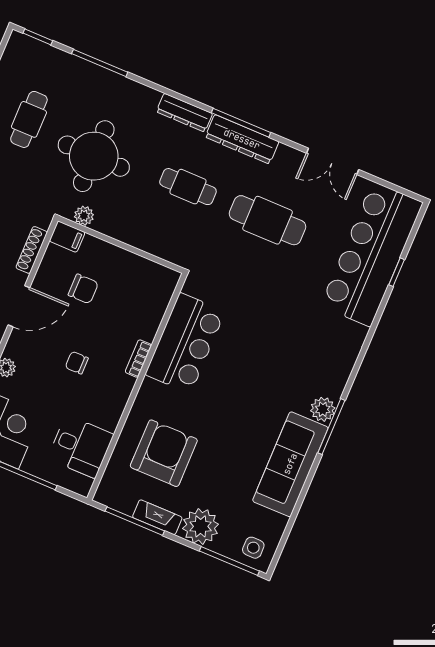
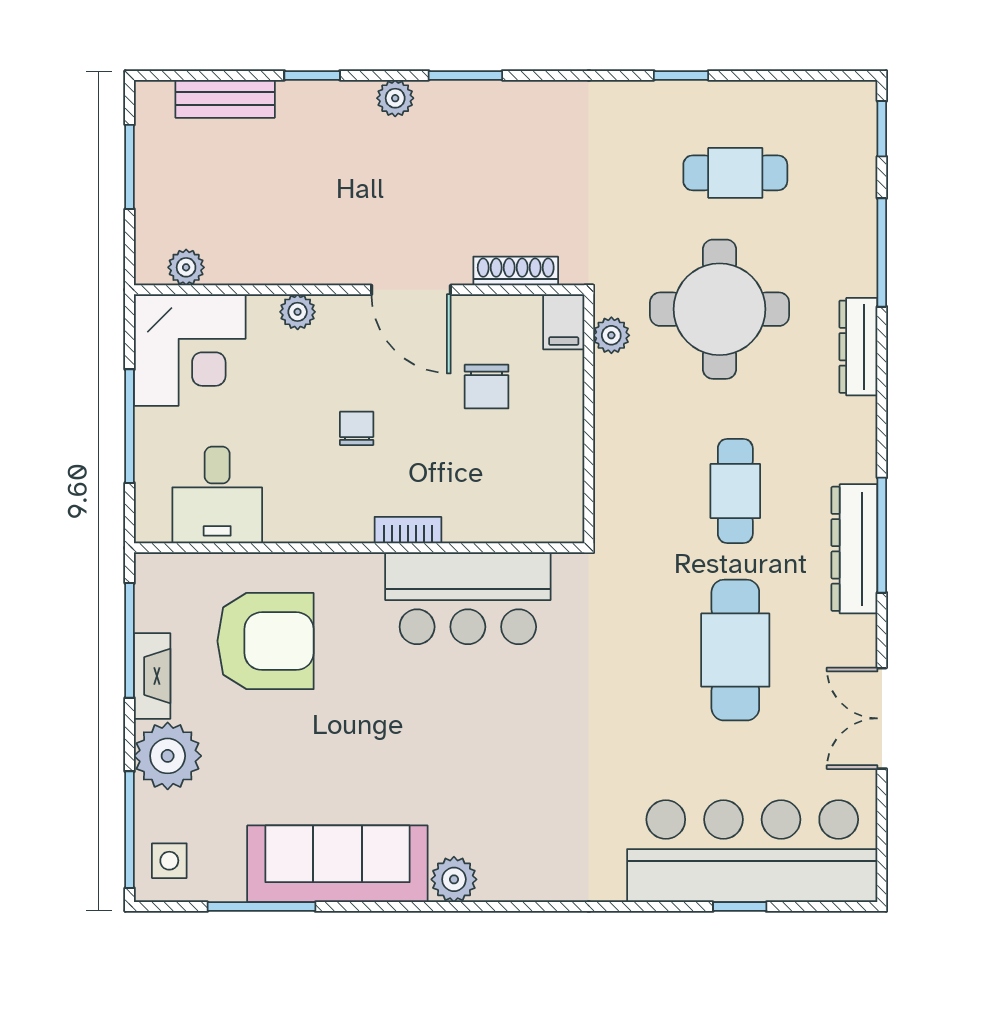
dresser: (184, 113) -> (858, 347), moved
window: (331, 427) -> (261, 907), moved

